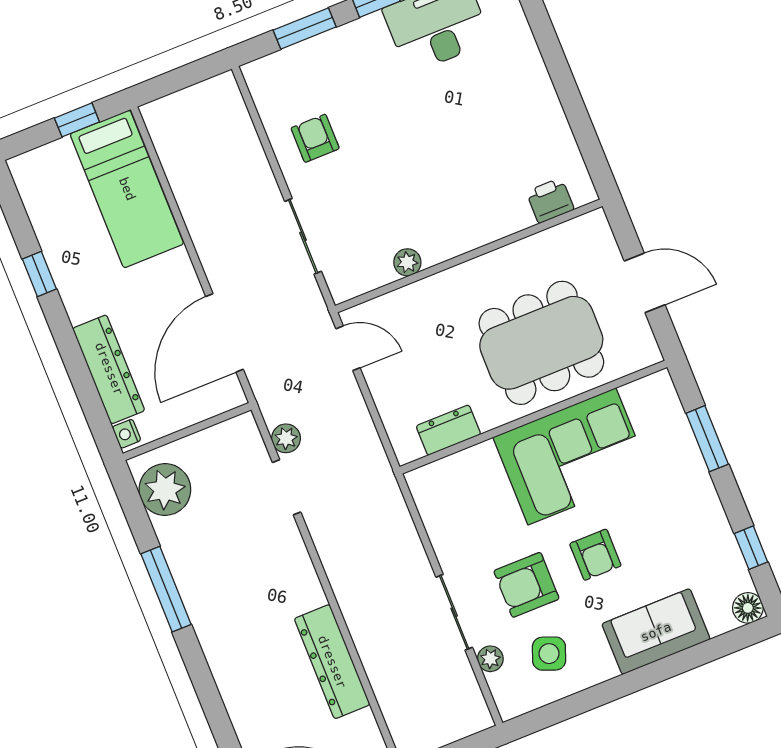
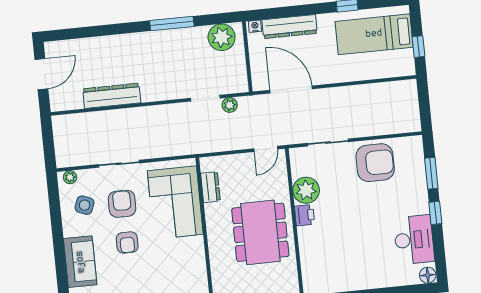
armchair: (315, 138) -> (375, 163), width x1.88, depth x1.88
bed: (127, 189) -> (374, 34), moved
printer: (550, 201) -> (305, 215), moved
plant: (407, 262) -> (306, 190), width x1.88, depth x1.88
dining table: (541, 343) -> (260, 232), moved
corner sofa: (572, 456) -> (175, 203), moved
armchair: (595, 555) -> (127, 242), turned -90
plant: (490, 659) -> (70, 177), moved

